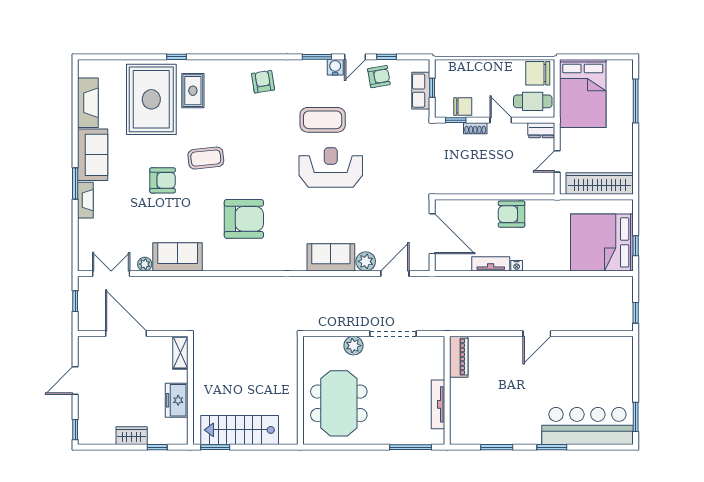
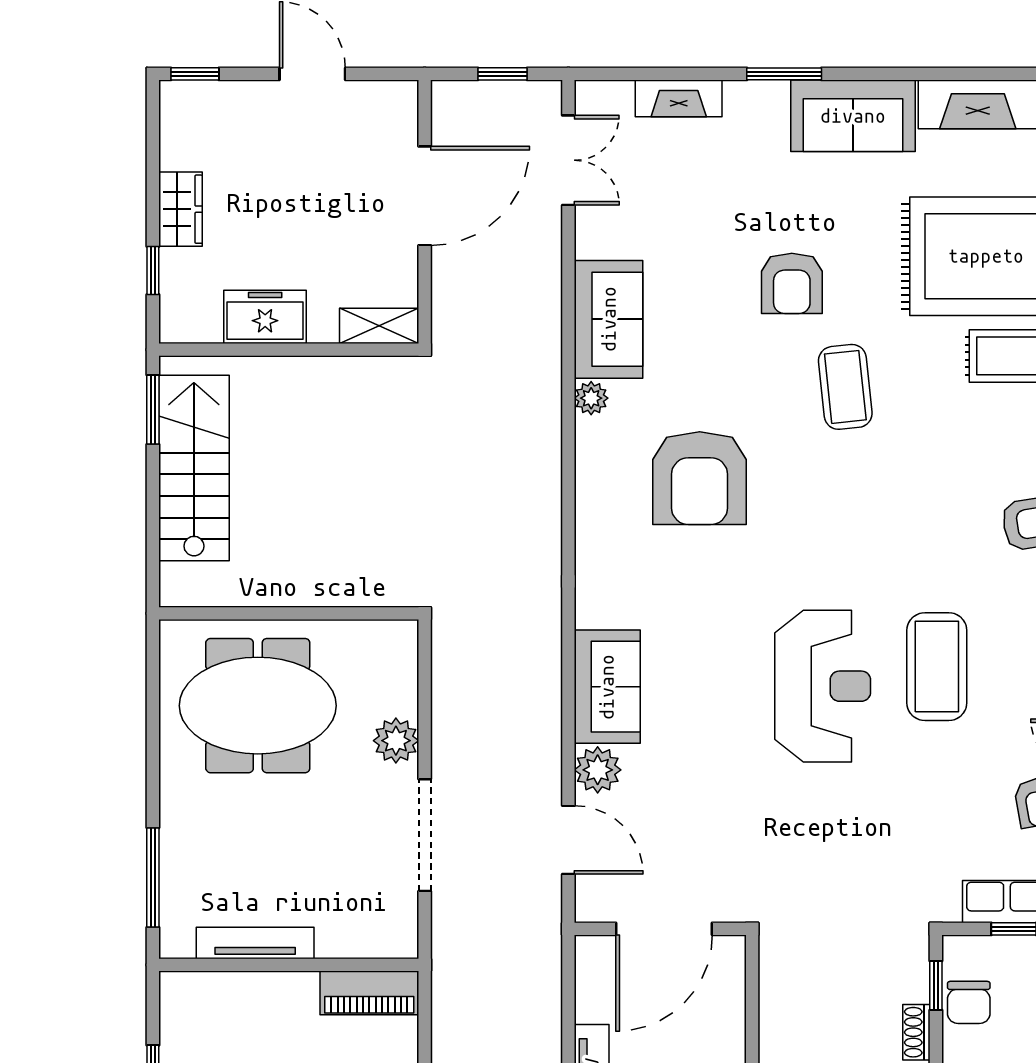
fireplace: (85, 200) -> (679, 98), moved
plant: (145, 264) -> (591, 398), moved

